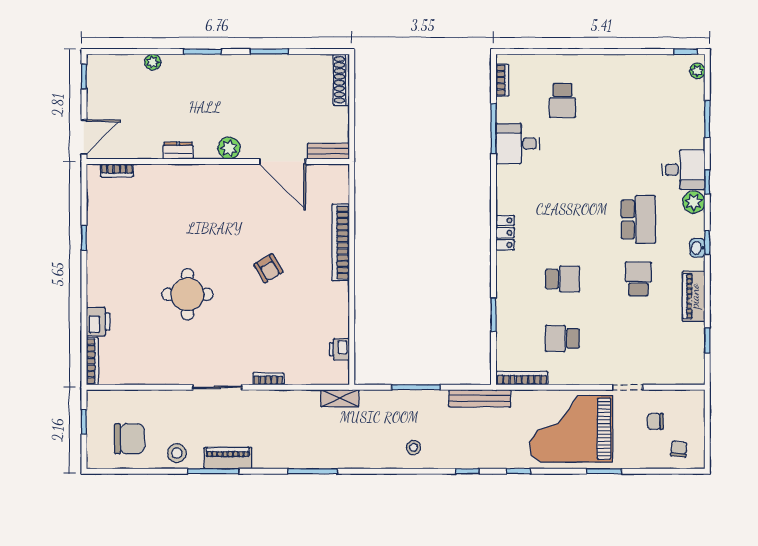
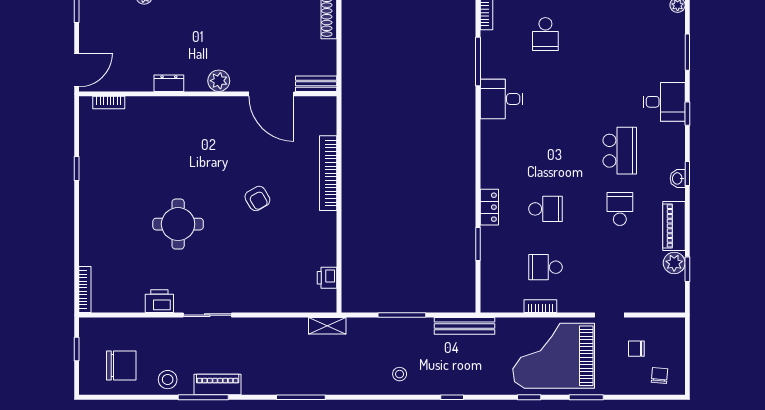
desk: (518, 144) -> (502, 99), moved
plant: (694, 202) -> (674, 263), moved
locker: (505, 233) -> (489, 207), moved
printer: (98, 322) -> (159, 301), moved, turned -90
bookcase: (522, 378) -> (540, 306), moved, width x0.64
bookcase: (268, 379) -> (257, 307), removed
window: (518, 471) -> (529, 397), moved

